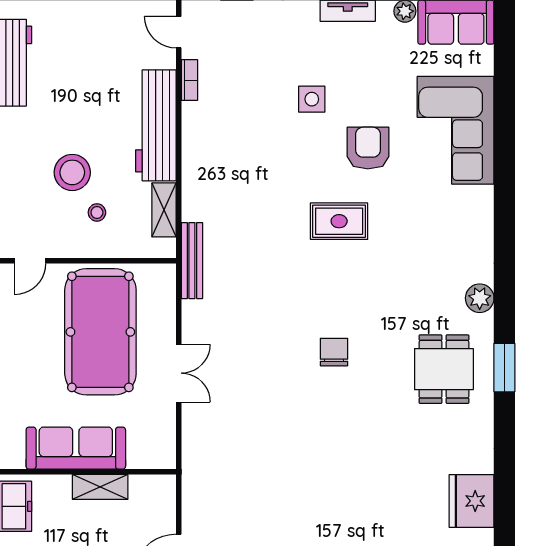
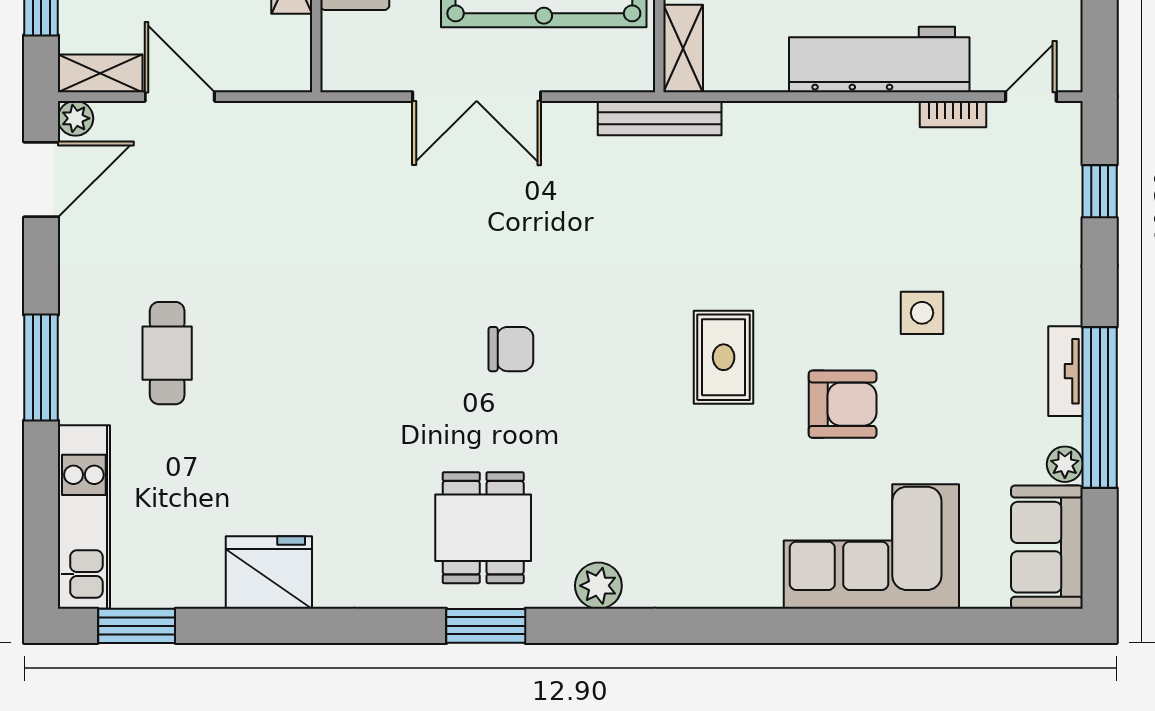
shelving: (164, 210) -> (683, 48), moved, turned 90
dining table: (444, 369) -> (483, 528), turned 90
double door: (179, 373) -> (477, 97), width x1.37

